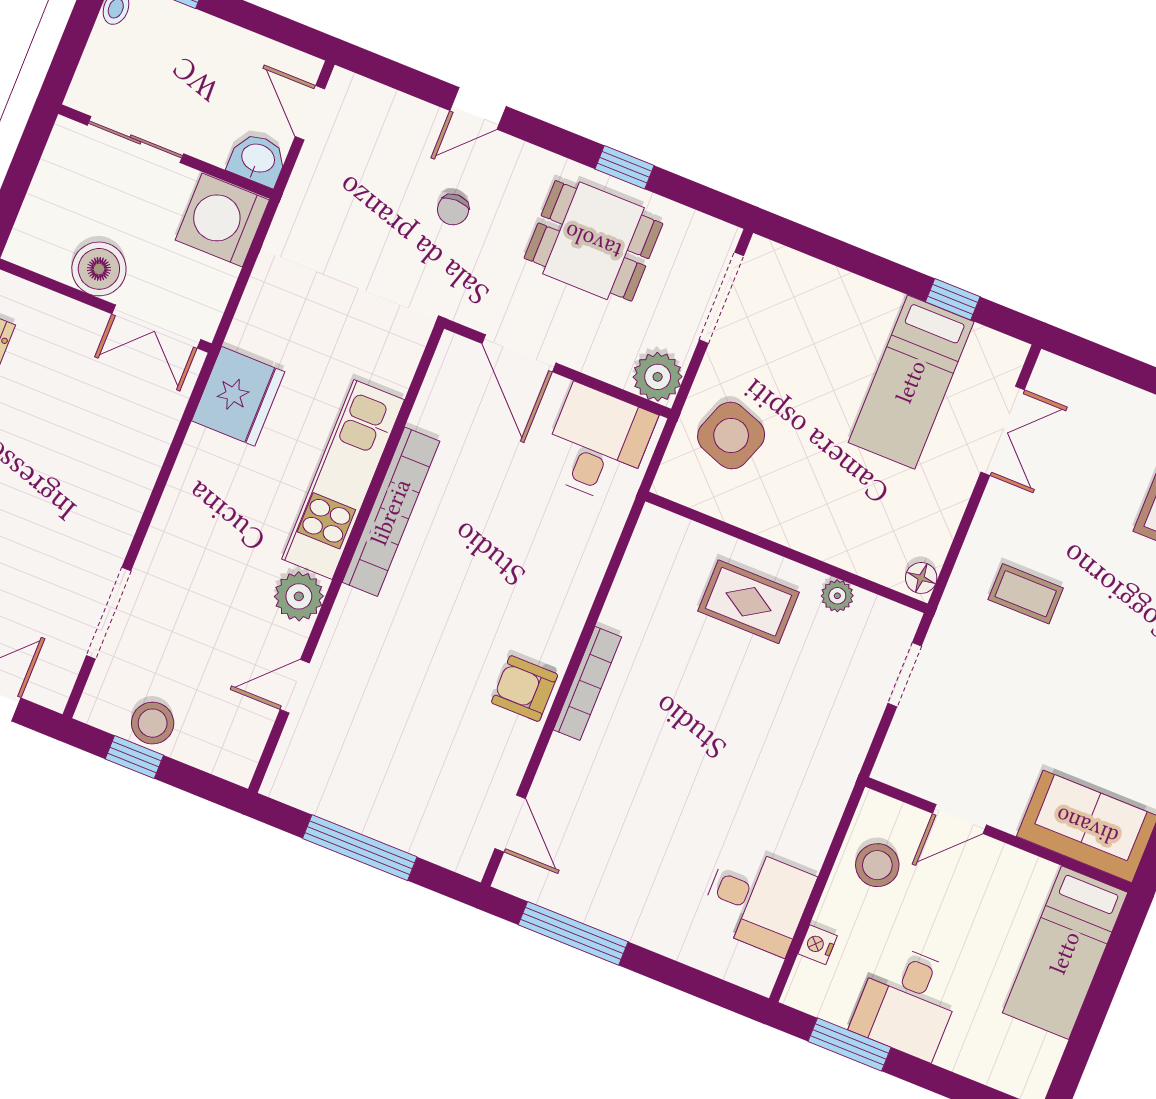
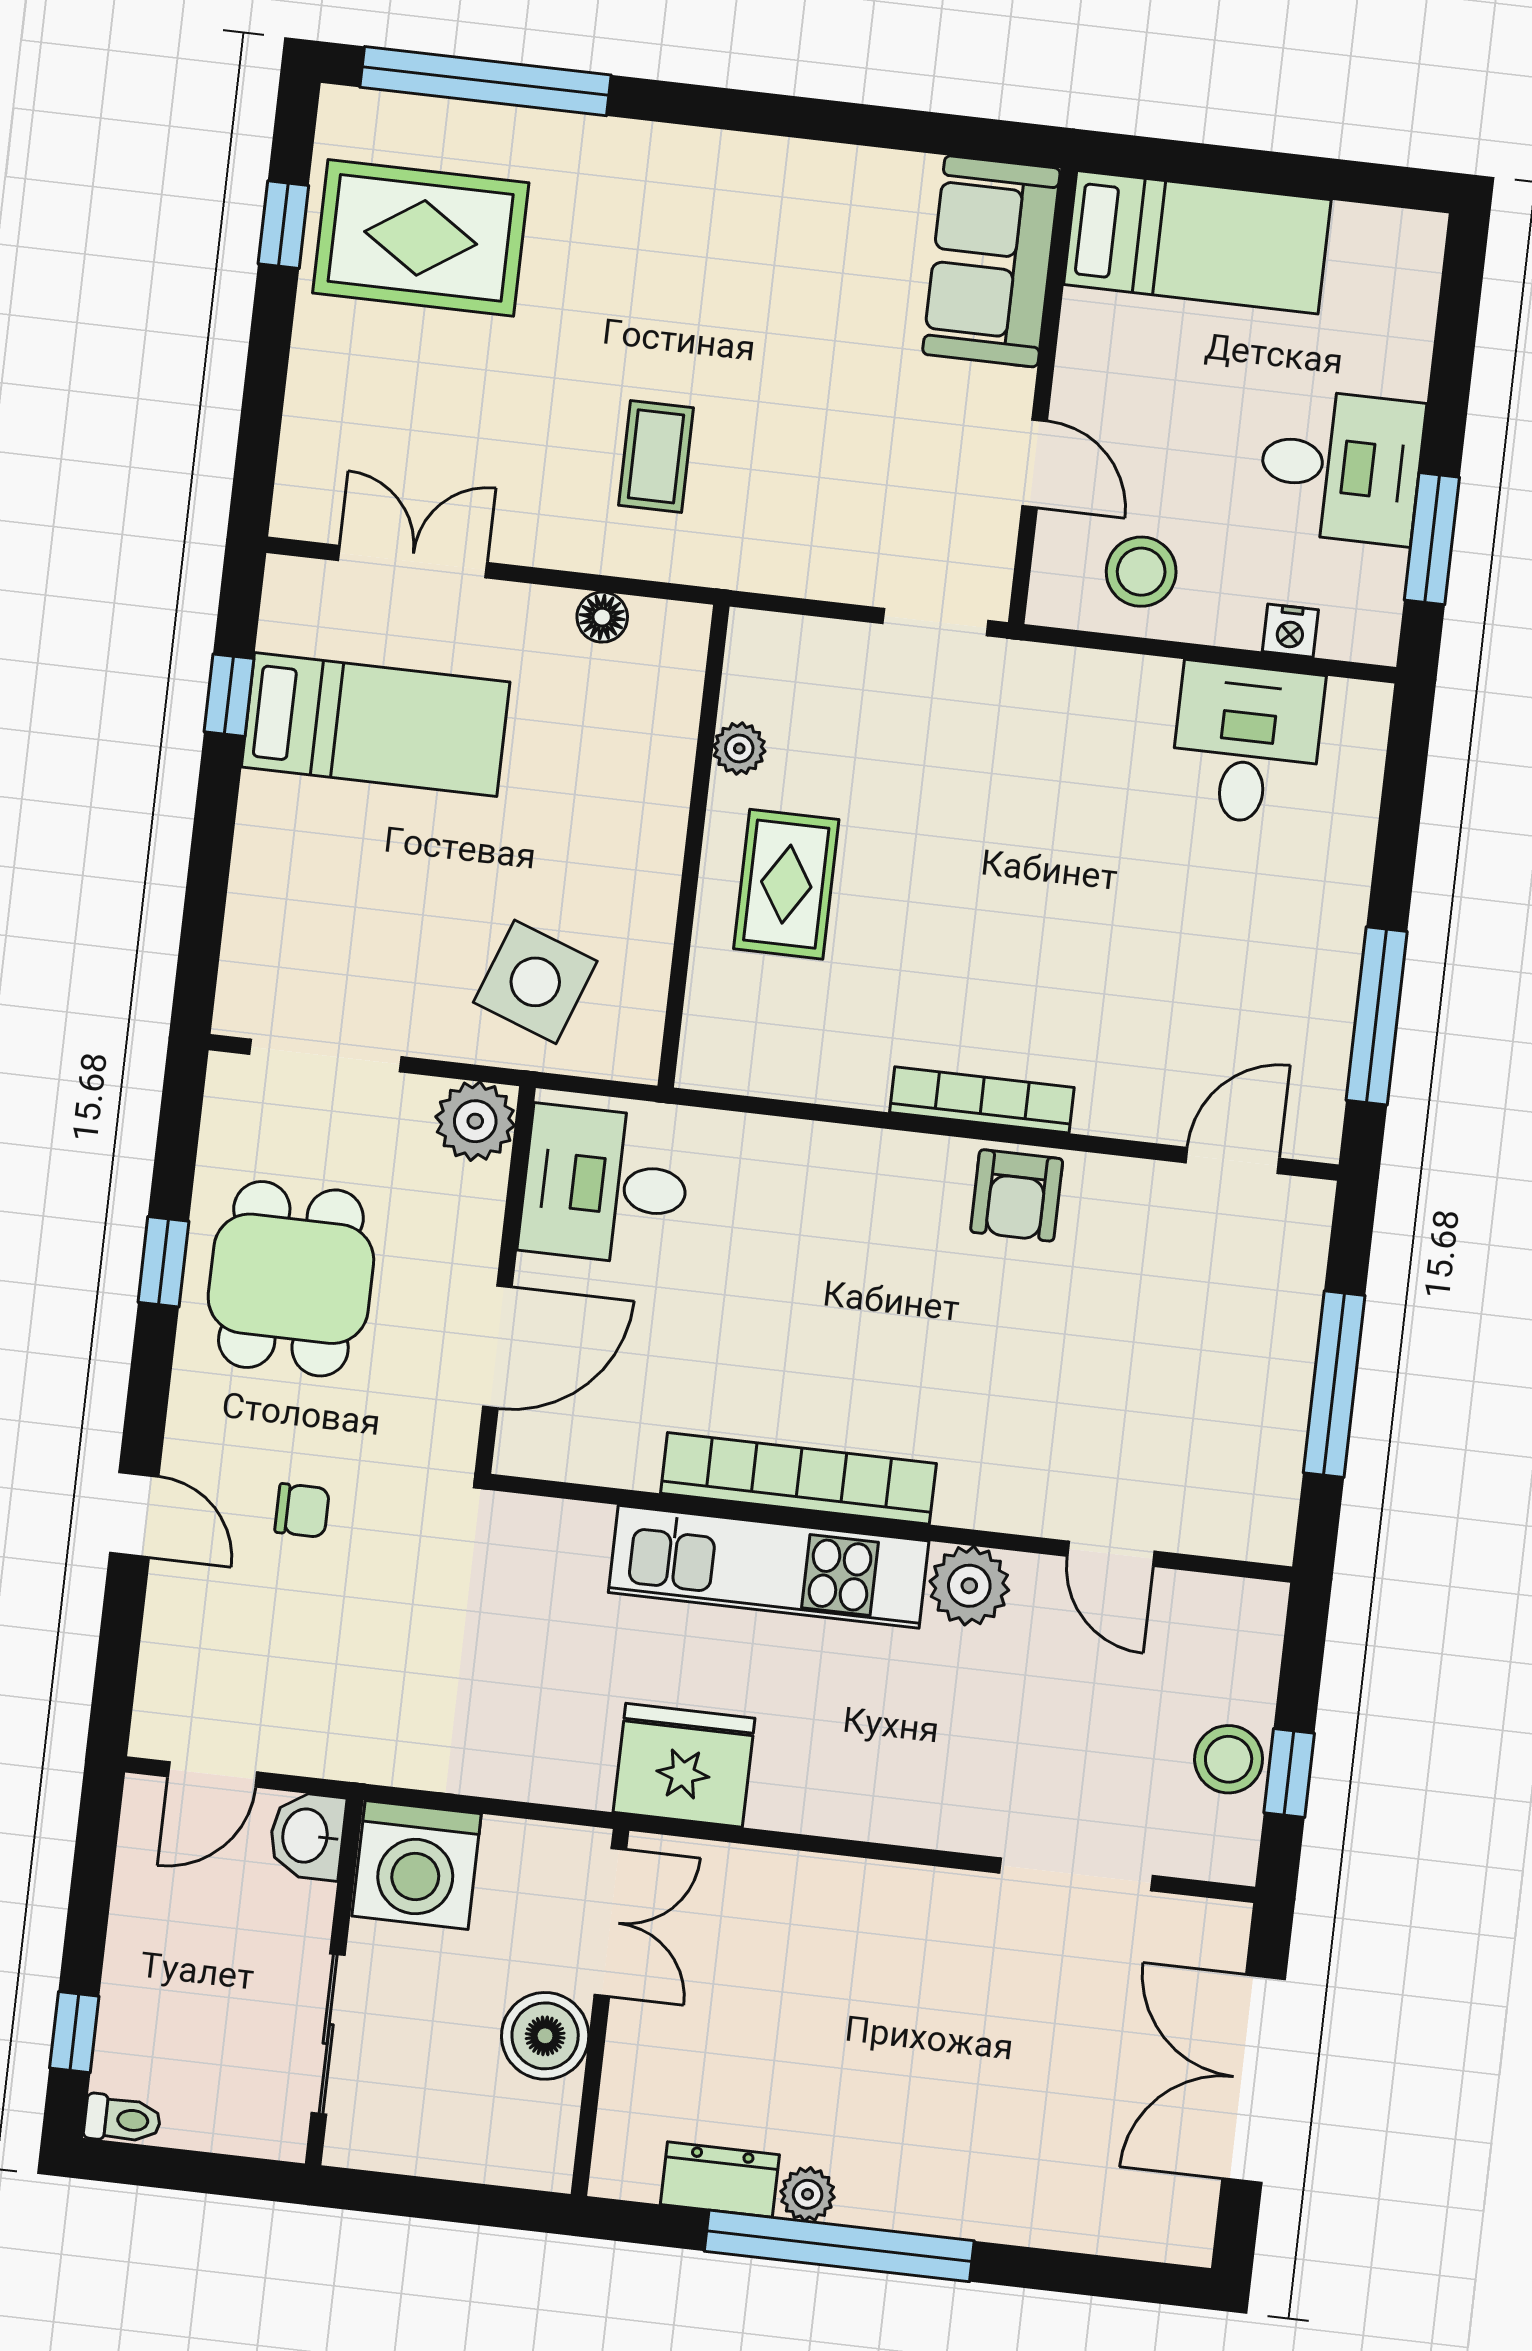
floor lamp: (921, 578) -> (602, 617), moved
doorway: (905, 675) -> (936, 622), moved

